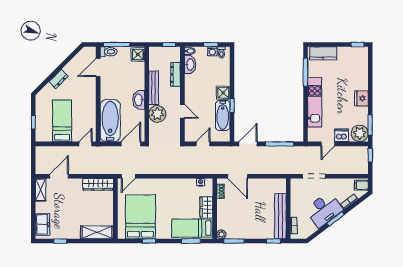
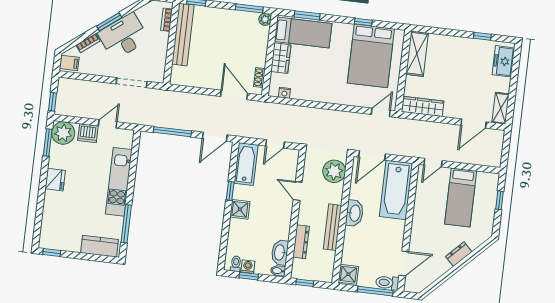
plant: (157, 114) -> (334, 171), moved
bathtub: (223, 115) -> (246, 164), moved
shelving: (97, 232) -> (417, 54), moved, turned 90

